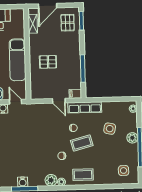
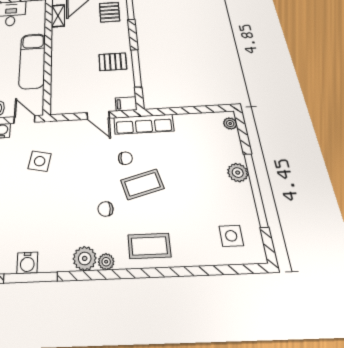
pallet: (48, 62) -> (113, 62), moved
side table: (110, 129) -> (40, 161), moved

